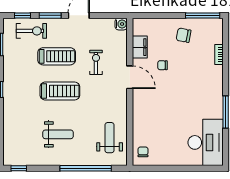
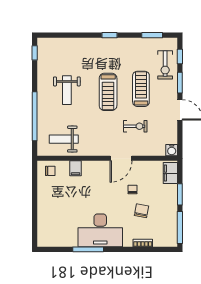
window: (168, 15) -> (180, 194), added
chair: (184, 35) -> (142, 211), moved
filing cabinet: (140, 47) -> (170, 173), moved, turned 90
treadmill: (57, 56) -> (141, 89), turned 180
filing cabinet: (140, 125) -> (76, 168), added
weight bench: (110, 138) -> (64, 139), turned 180
desk: (206, 142) -> (100, 230), moved

